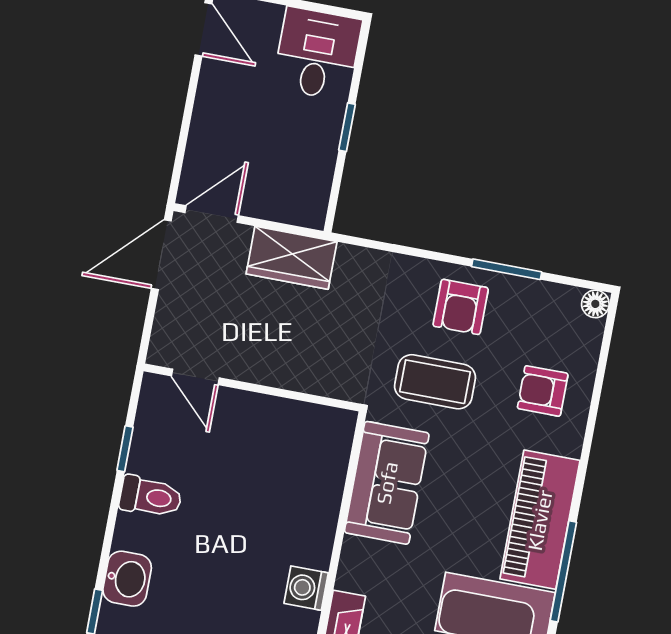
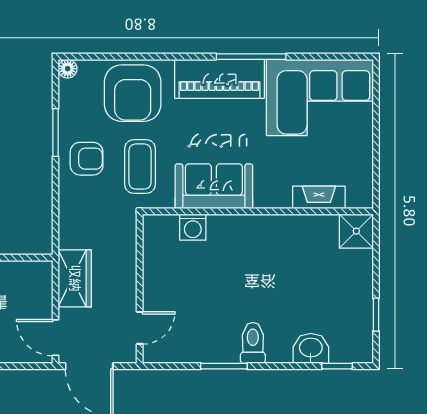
door: (195, 377) -> (140, 328), moved
wall: (252, 387) -> (140, 289), moved
armchair: (543, 391) -> (133, 93), width x1.88, depth x1.88
window: (125, 449) -> (224, 366), width x1.50
washing machine: (306, 588) -> (193, 227), moved

